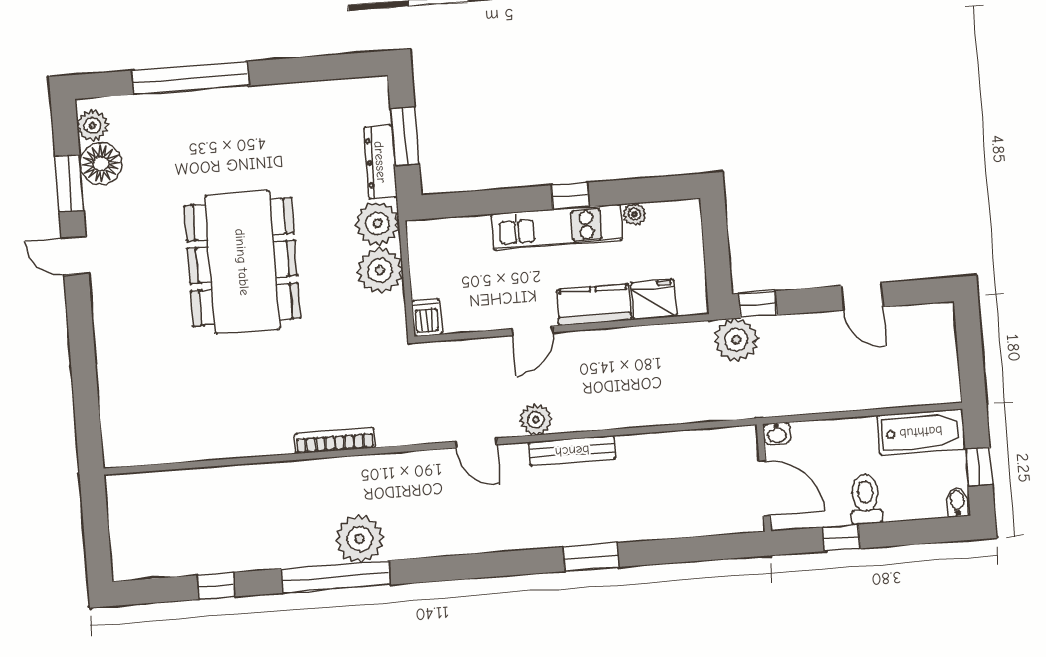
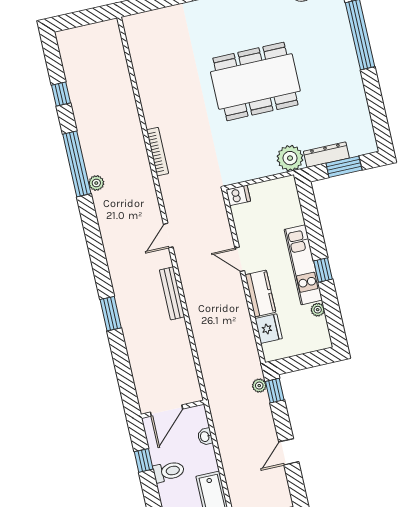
plant: (380, 270) -> (262, 164), removed
plant: (736, 340) -> (259, 386), width x0.53, depth x0.53
plant: (536, 420) -> (187, 269), removed
washbasin: (777, 434) -> (205, 437), moved
plant: (360, 539) -> (96, 183), width x0.53, depth x0.53

